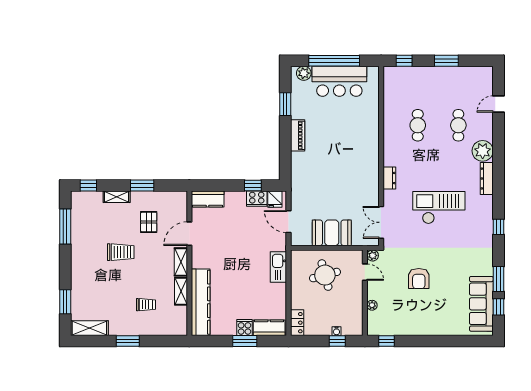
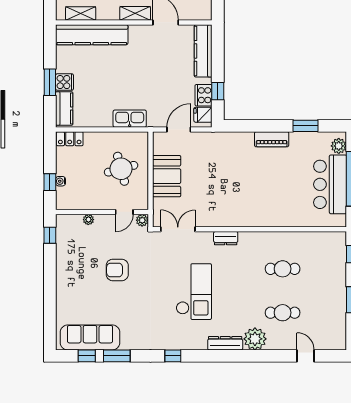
kitchen counter: (208, 199) -> (203, 51), width x1.50
shelving: (181, 291) -> (81, 13), moved

